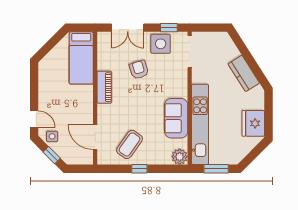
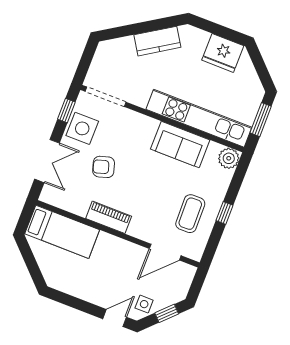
coffee table: (130, 144) -> (190, 214), turned 54

